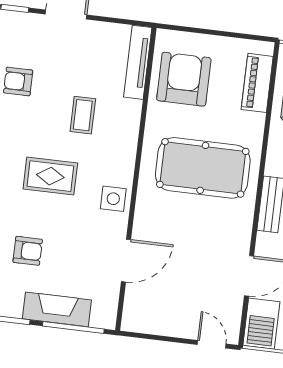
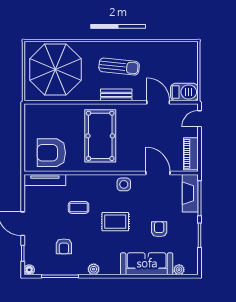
piano: (257, 83) -> (191, 154), moved, turned 90
rug: (50, 176) -> (115, 222), turned 90
fireplace: (57, 309) -> (190, 193), moved

